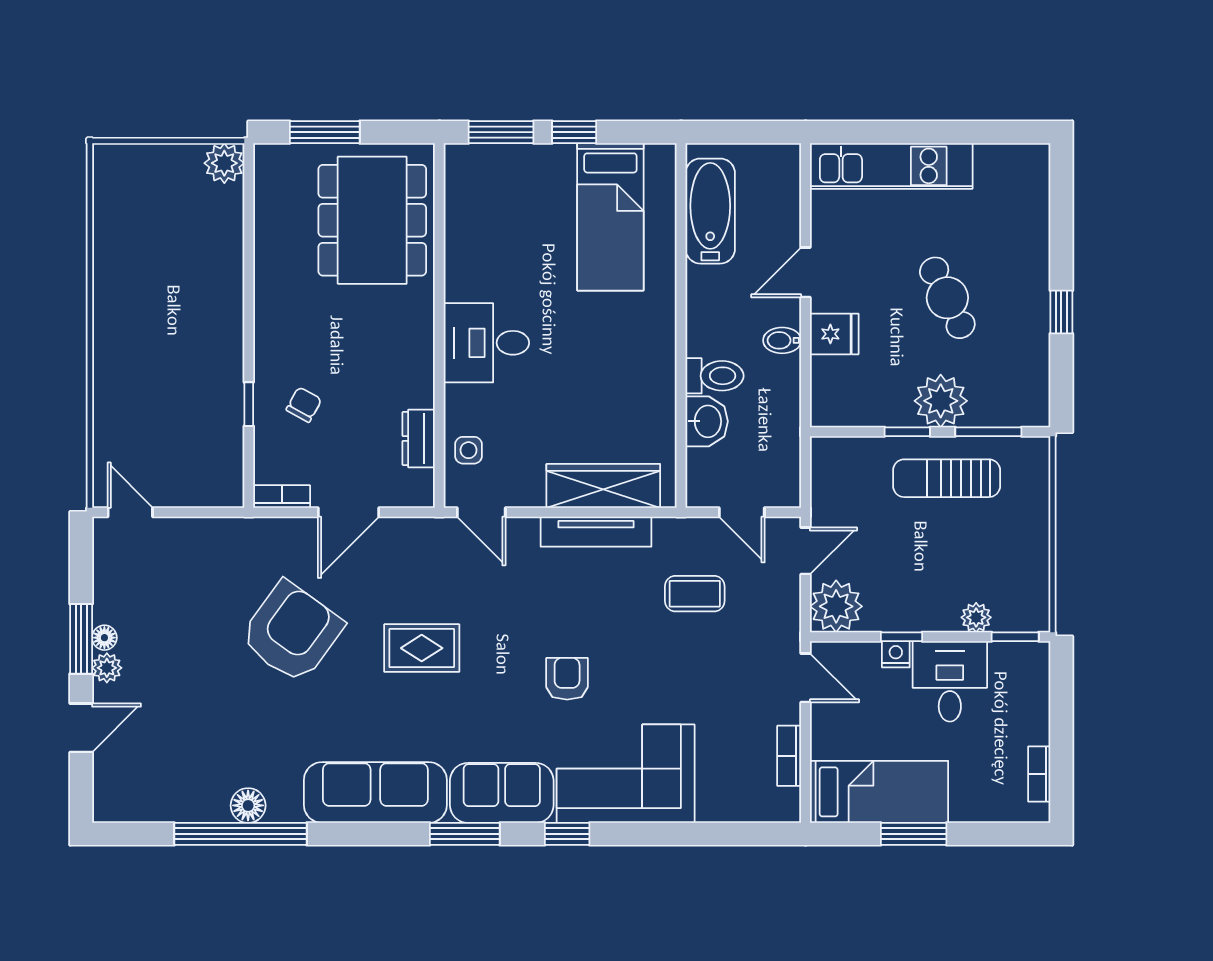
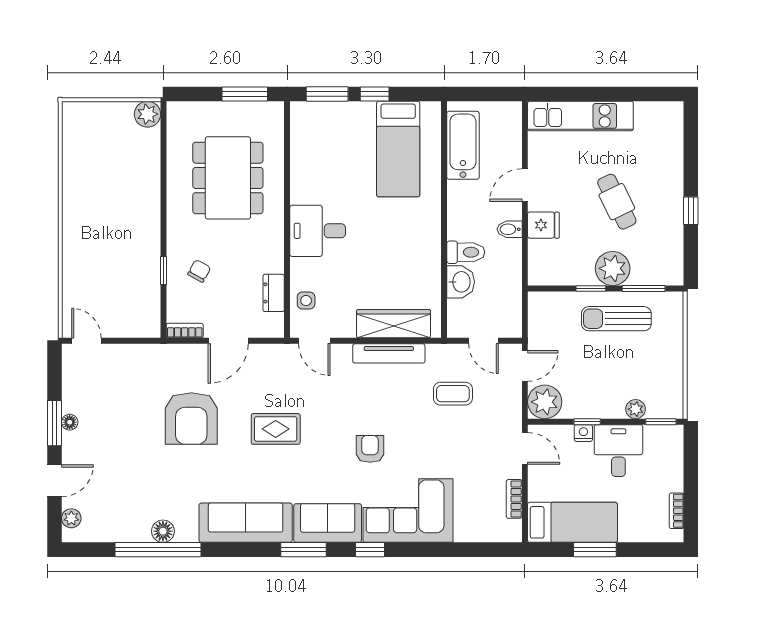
window: (325, 132) -> (245, 94), moved
dining table: (372, 220) -> (228, 178), moved
armchair: (292, 632) -> (191, 419), turned 144
plant: (107, 668) -> (71, 518), moved

